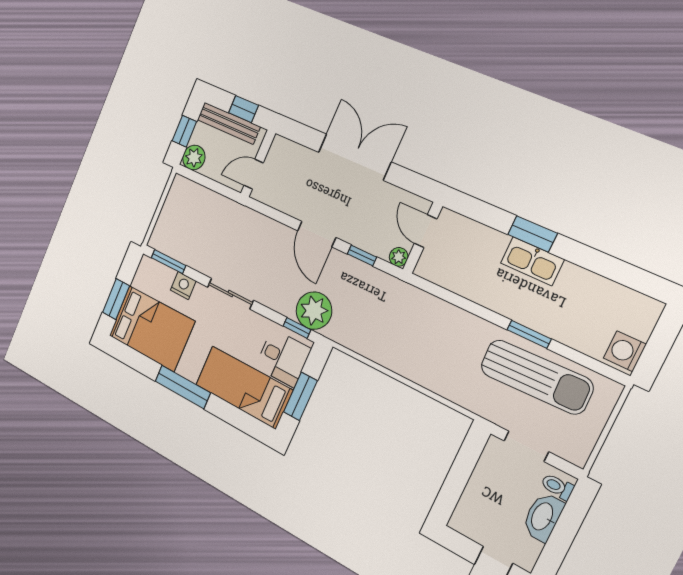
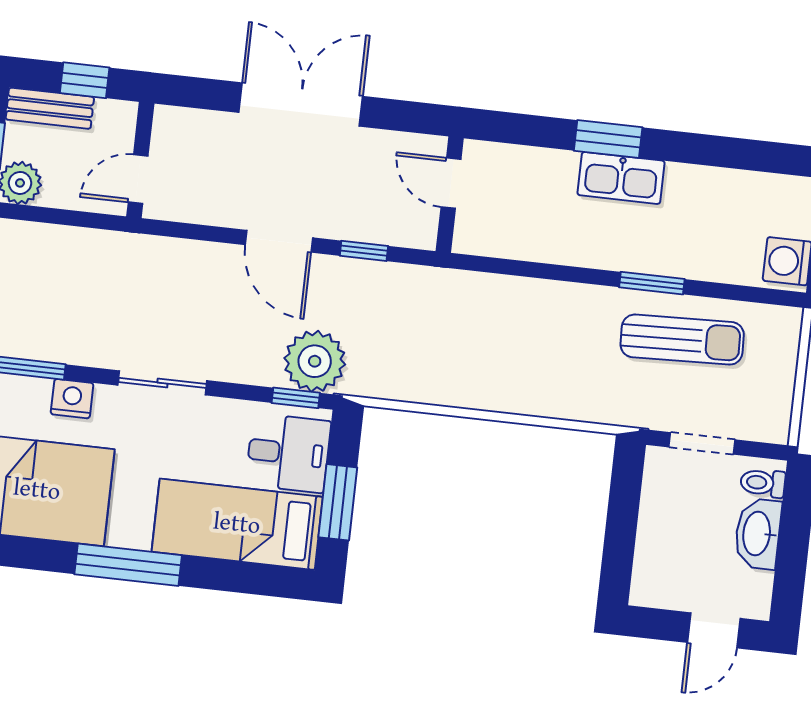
bench: (229, 123) -> (50, 108), width x0.73
plant: (399, 257) -> (422, 235), removed
sun lounger: (536, 377) -> (682, 340), width x0.73, depth x0.75

